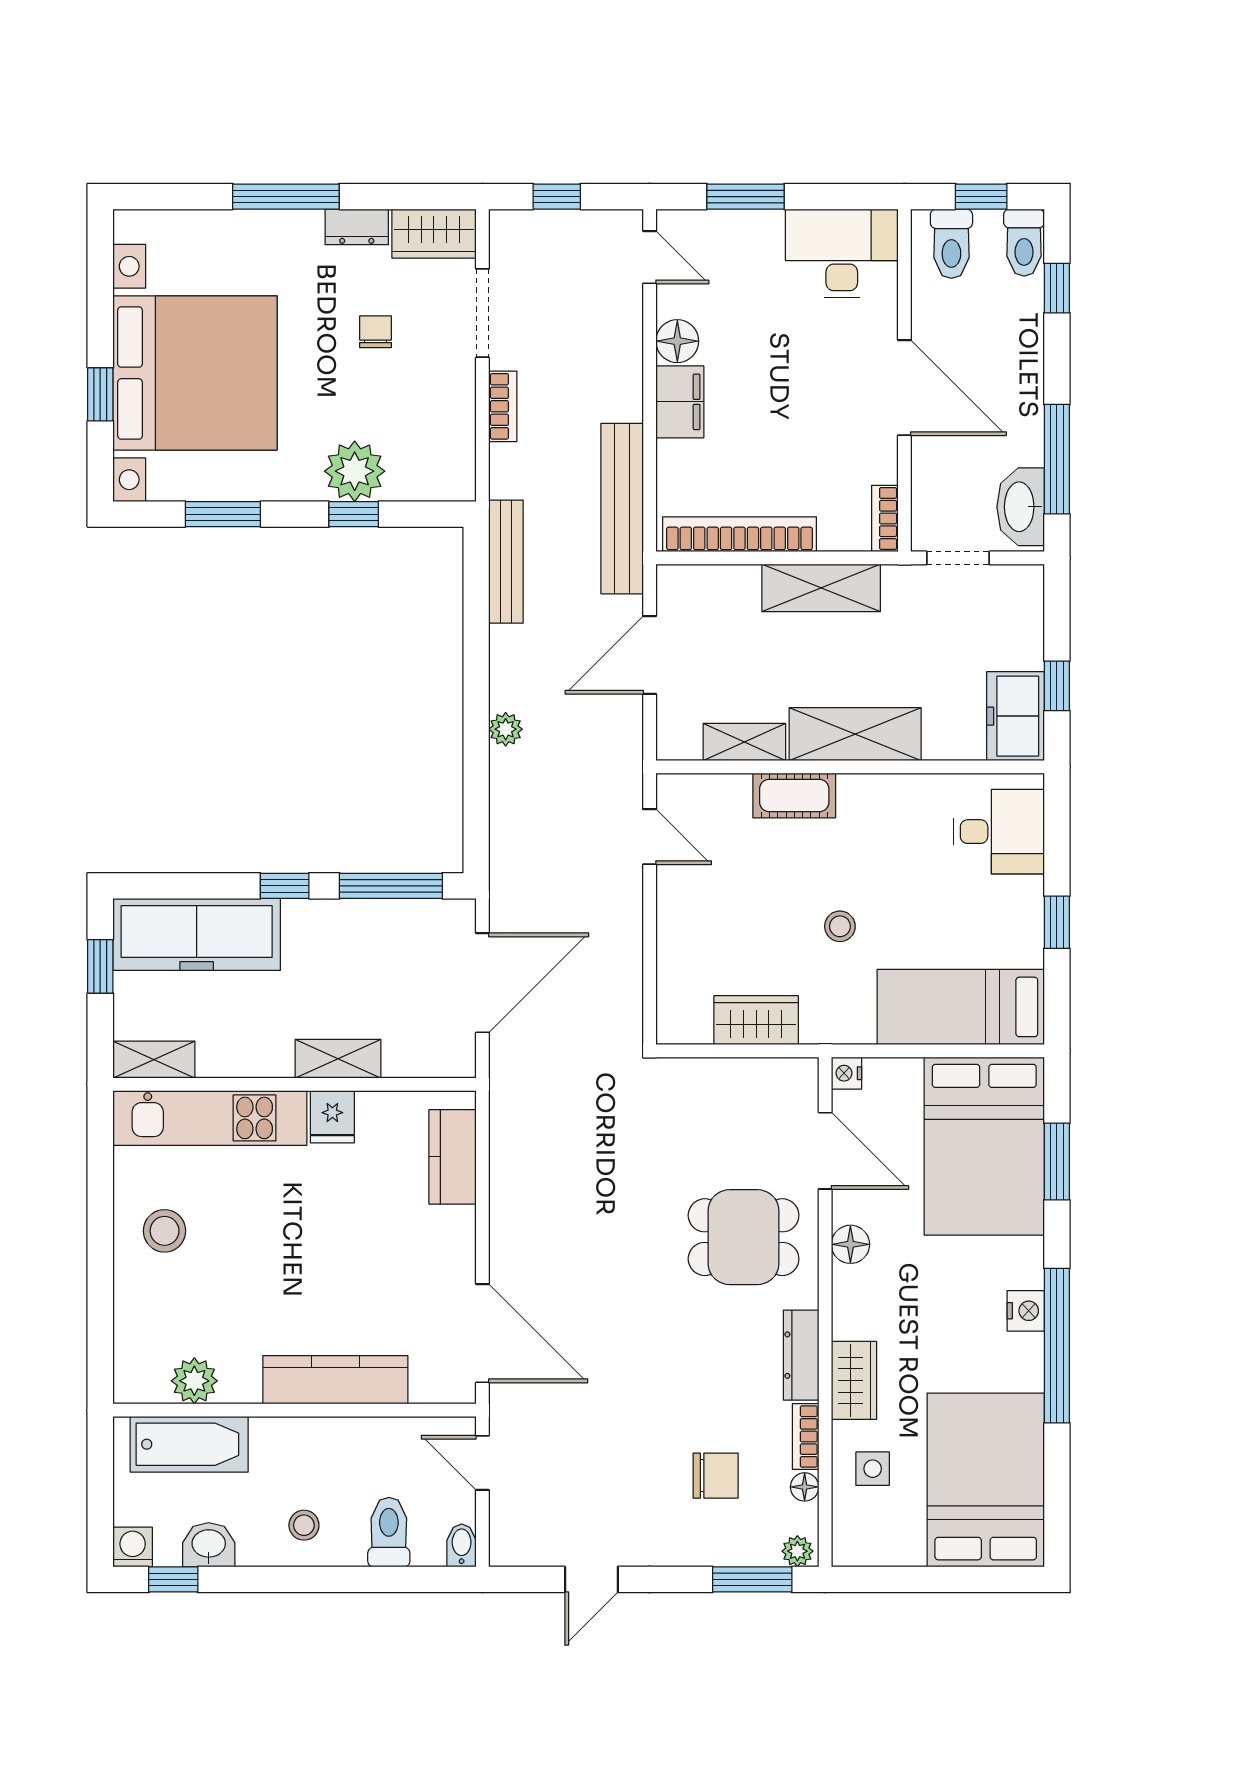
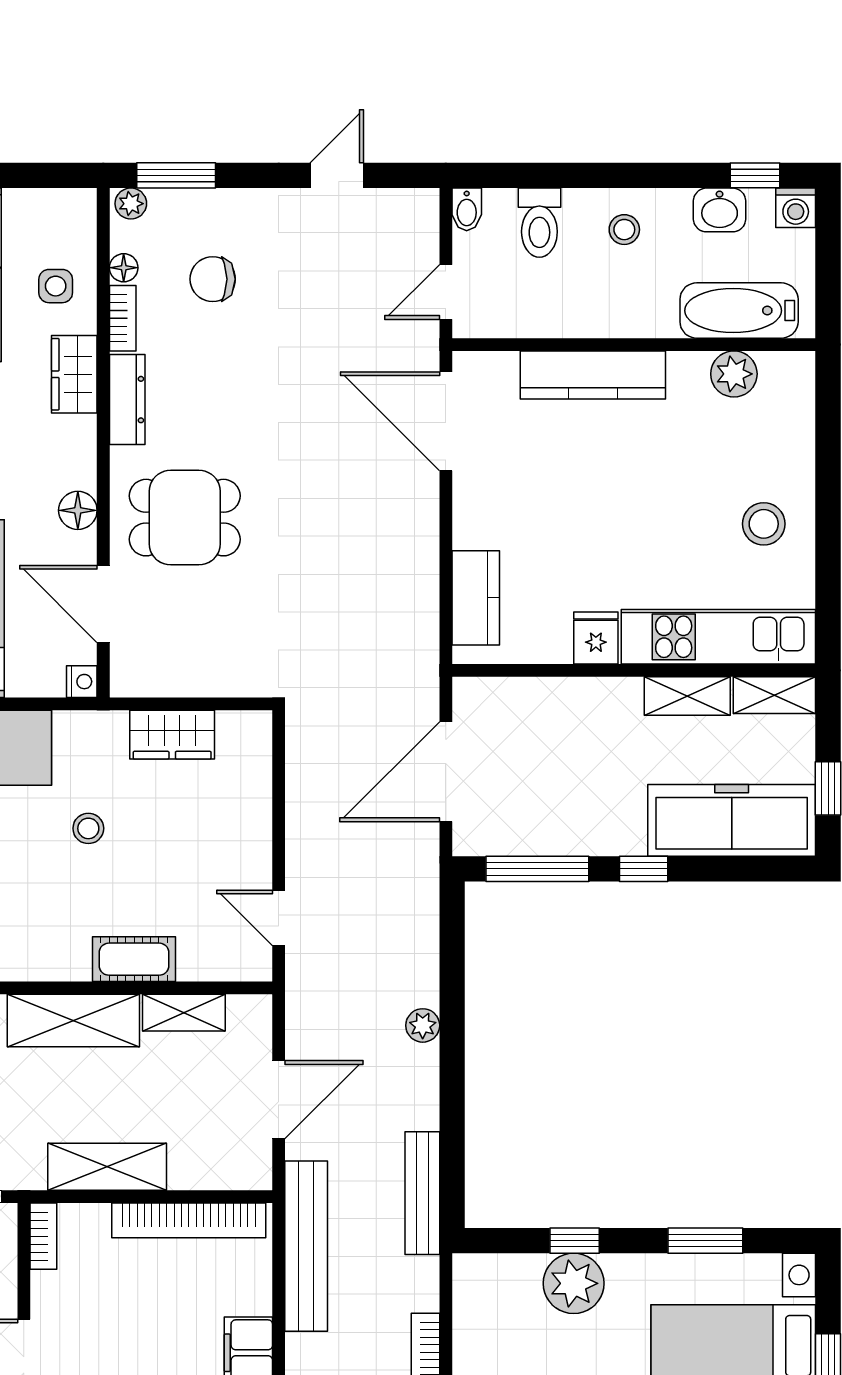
shelving: (338, 1059) -> (687, 696), moved
door: (482, 1463) -> (446, 292), swing flipped

